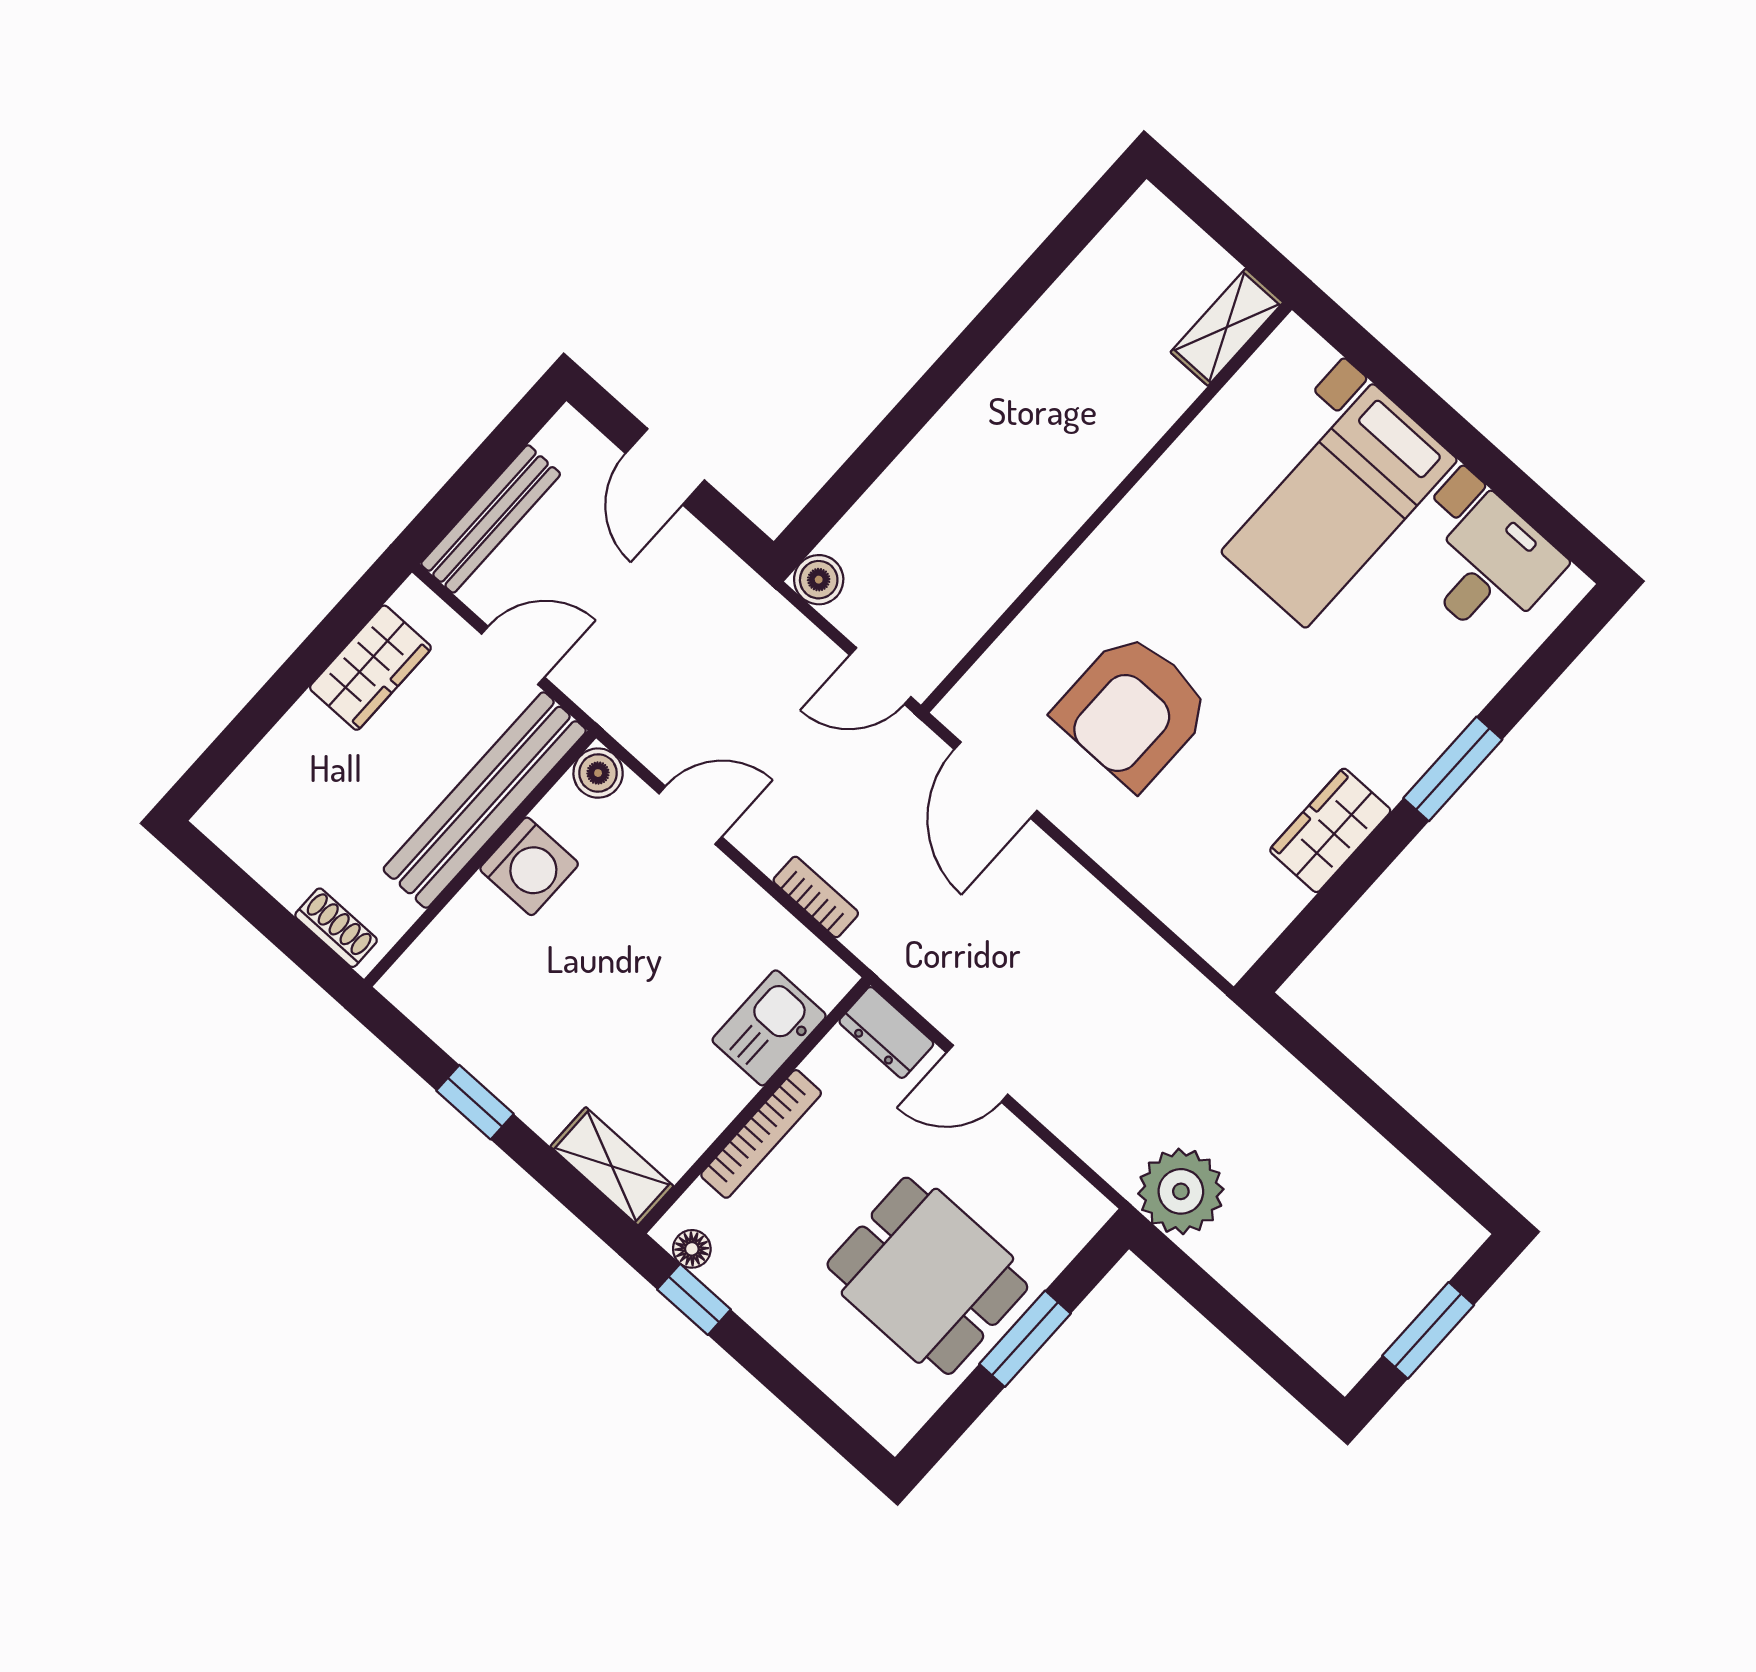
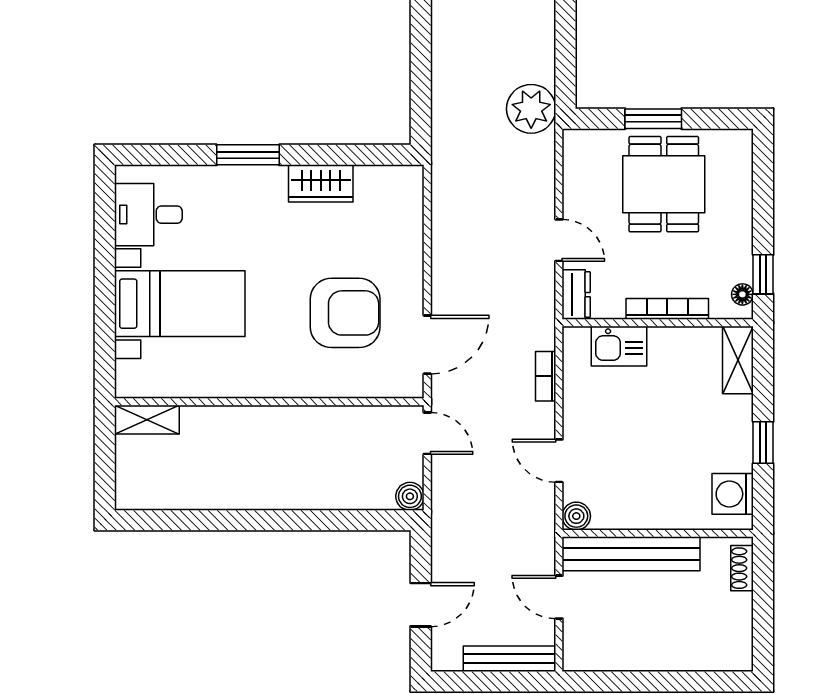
wardrobe: (370, 668) -> (619, 653), removed
washing machine: (529, 866) -> (733, 494), moved, turned -90

